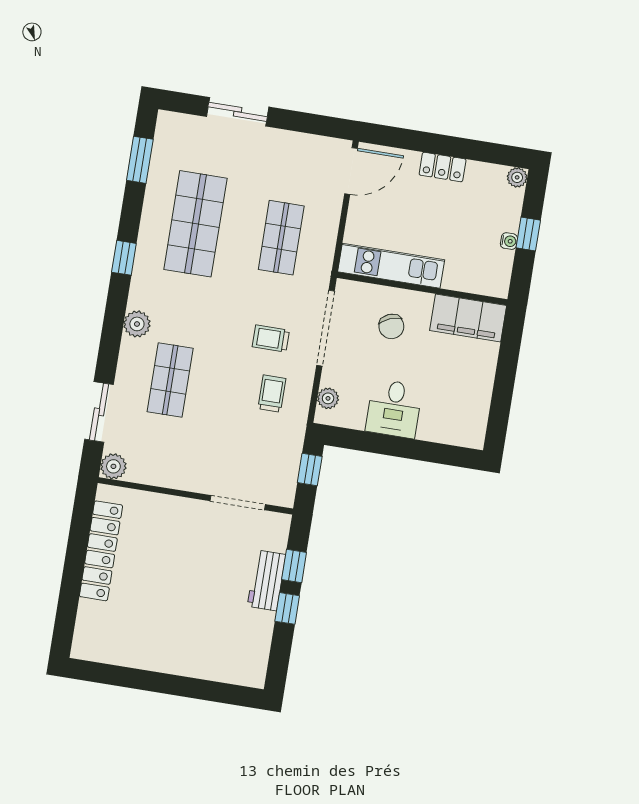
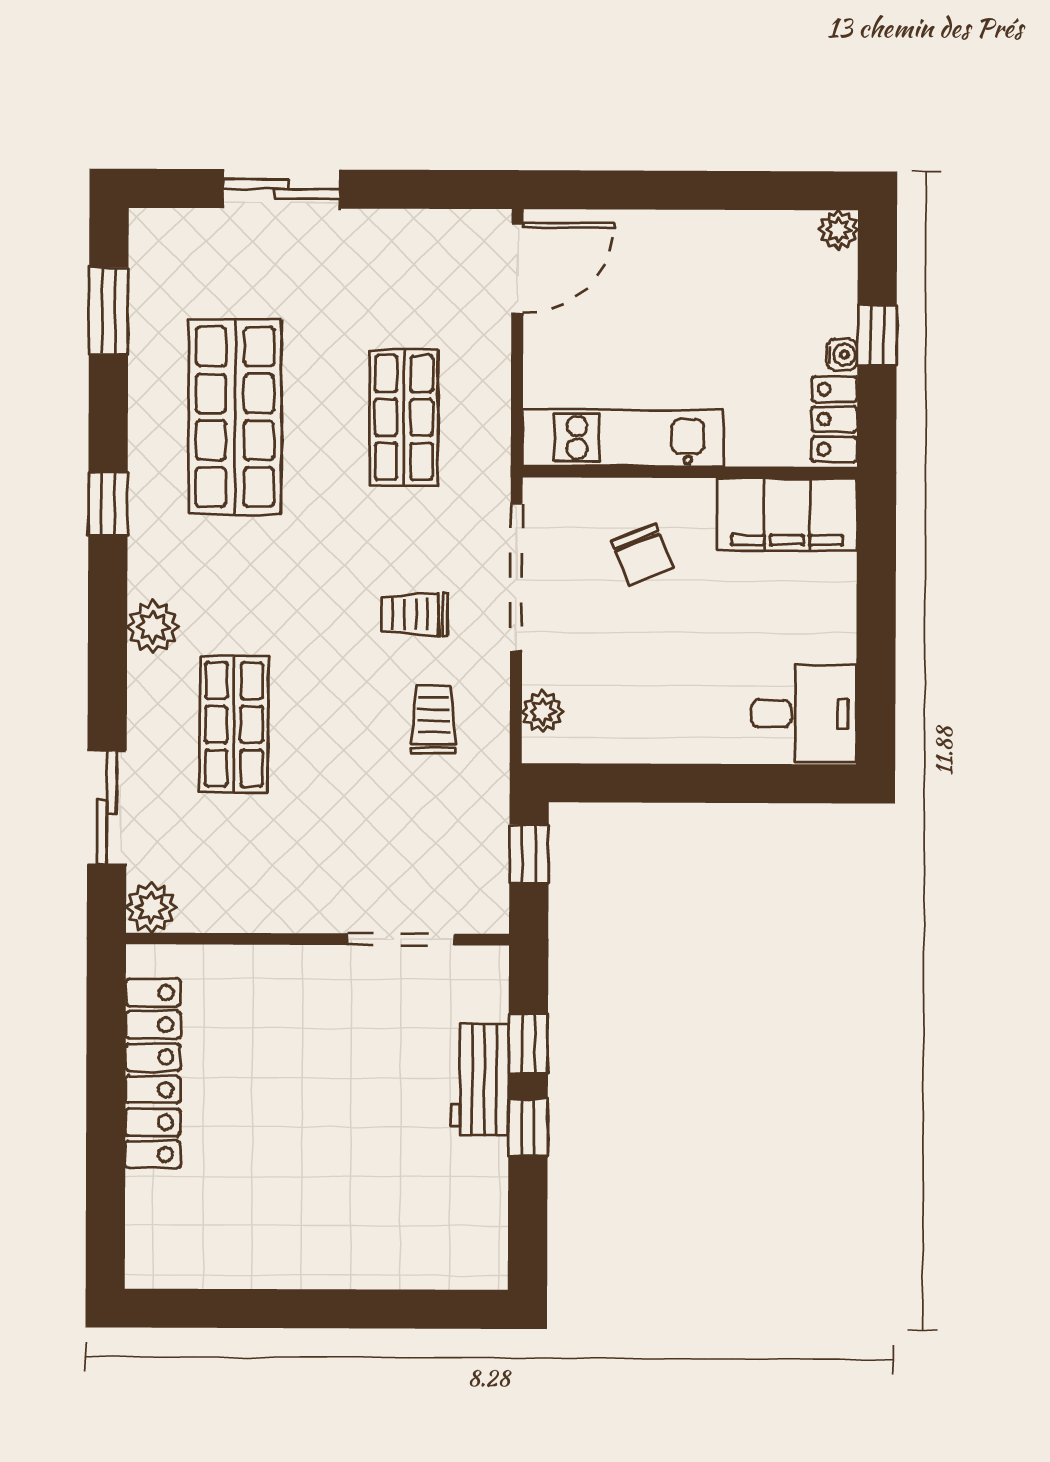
locker: (443, 167) -> (835, 419), moved, turned 90
desk: (394, 409) -> (804, 714), moved, turned -90

